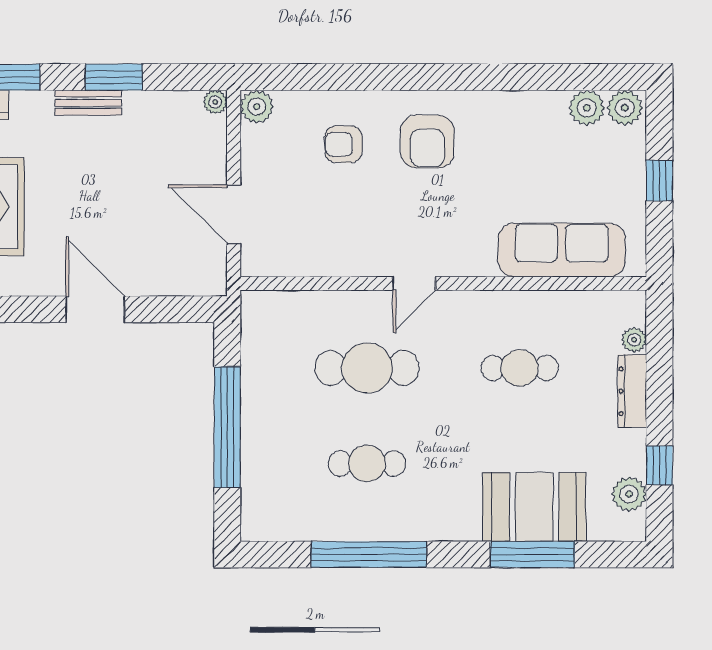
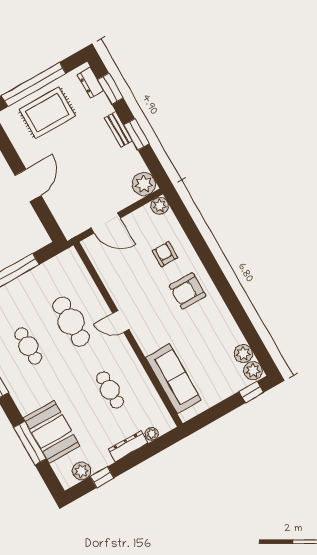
plant: (215, 102) -> (144, 184), width x1.87, depth x1.87
window: (659, 181) -> (251, 392), moved
door: (234, 214) -> (106, 223), swing flipped

